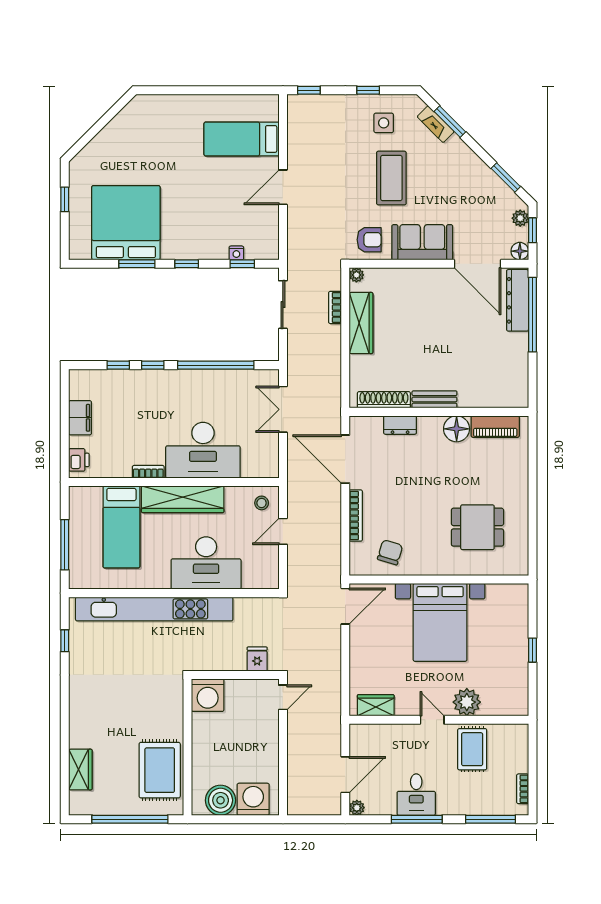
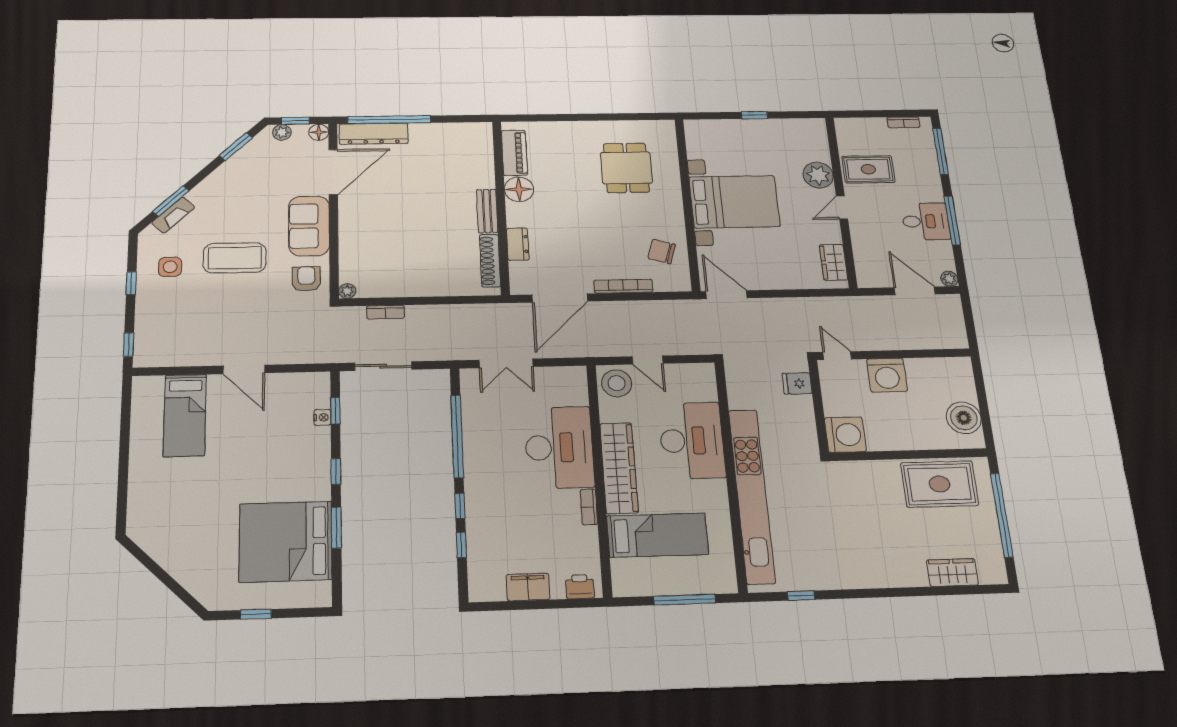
wardrobe: (361, 323) -> (403, 285), removed
stool: (262, 503) -> (617, 383), width x1.89, depth x1.89
washing machine: (253, 799) -> (887, 375), moved, turned -90

